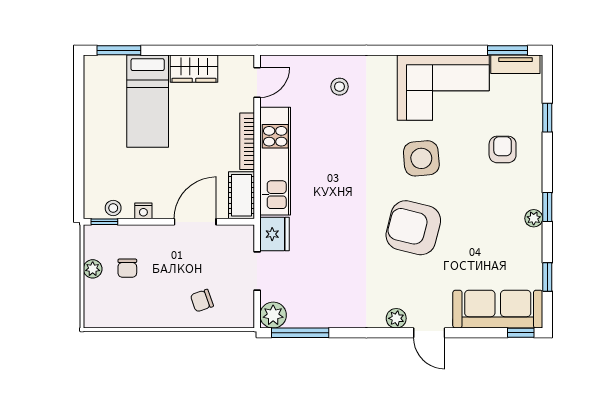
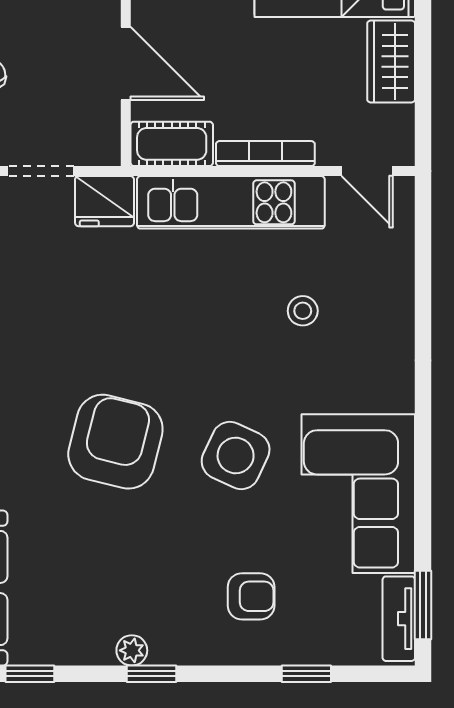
stool: (340, 87) -> (303, 311), moved
side table: (421, 158) -> (236, 456), turned 30

